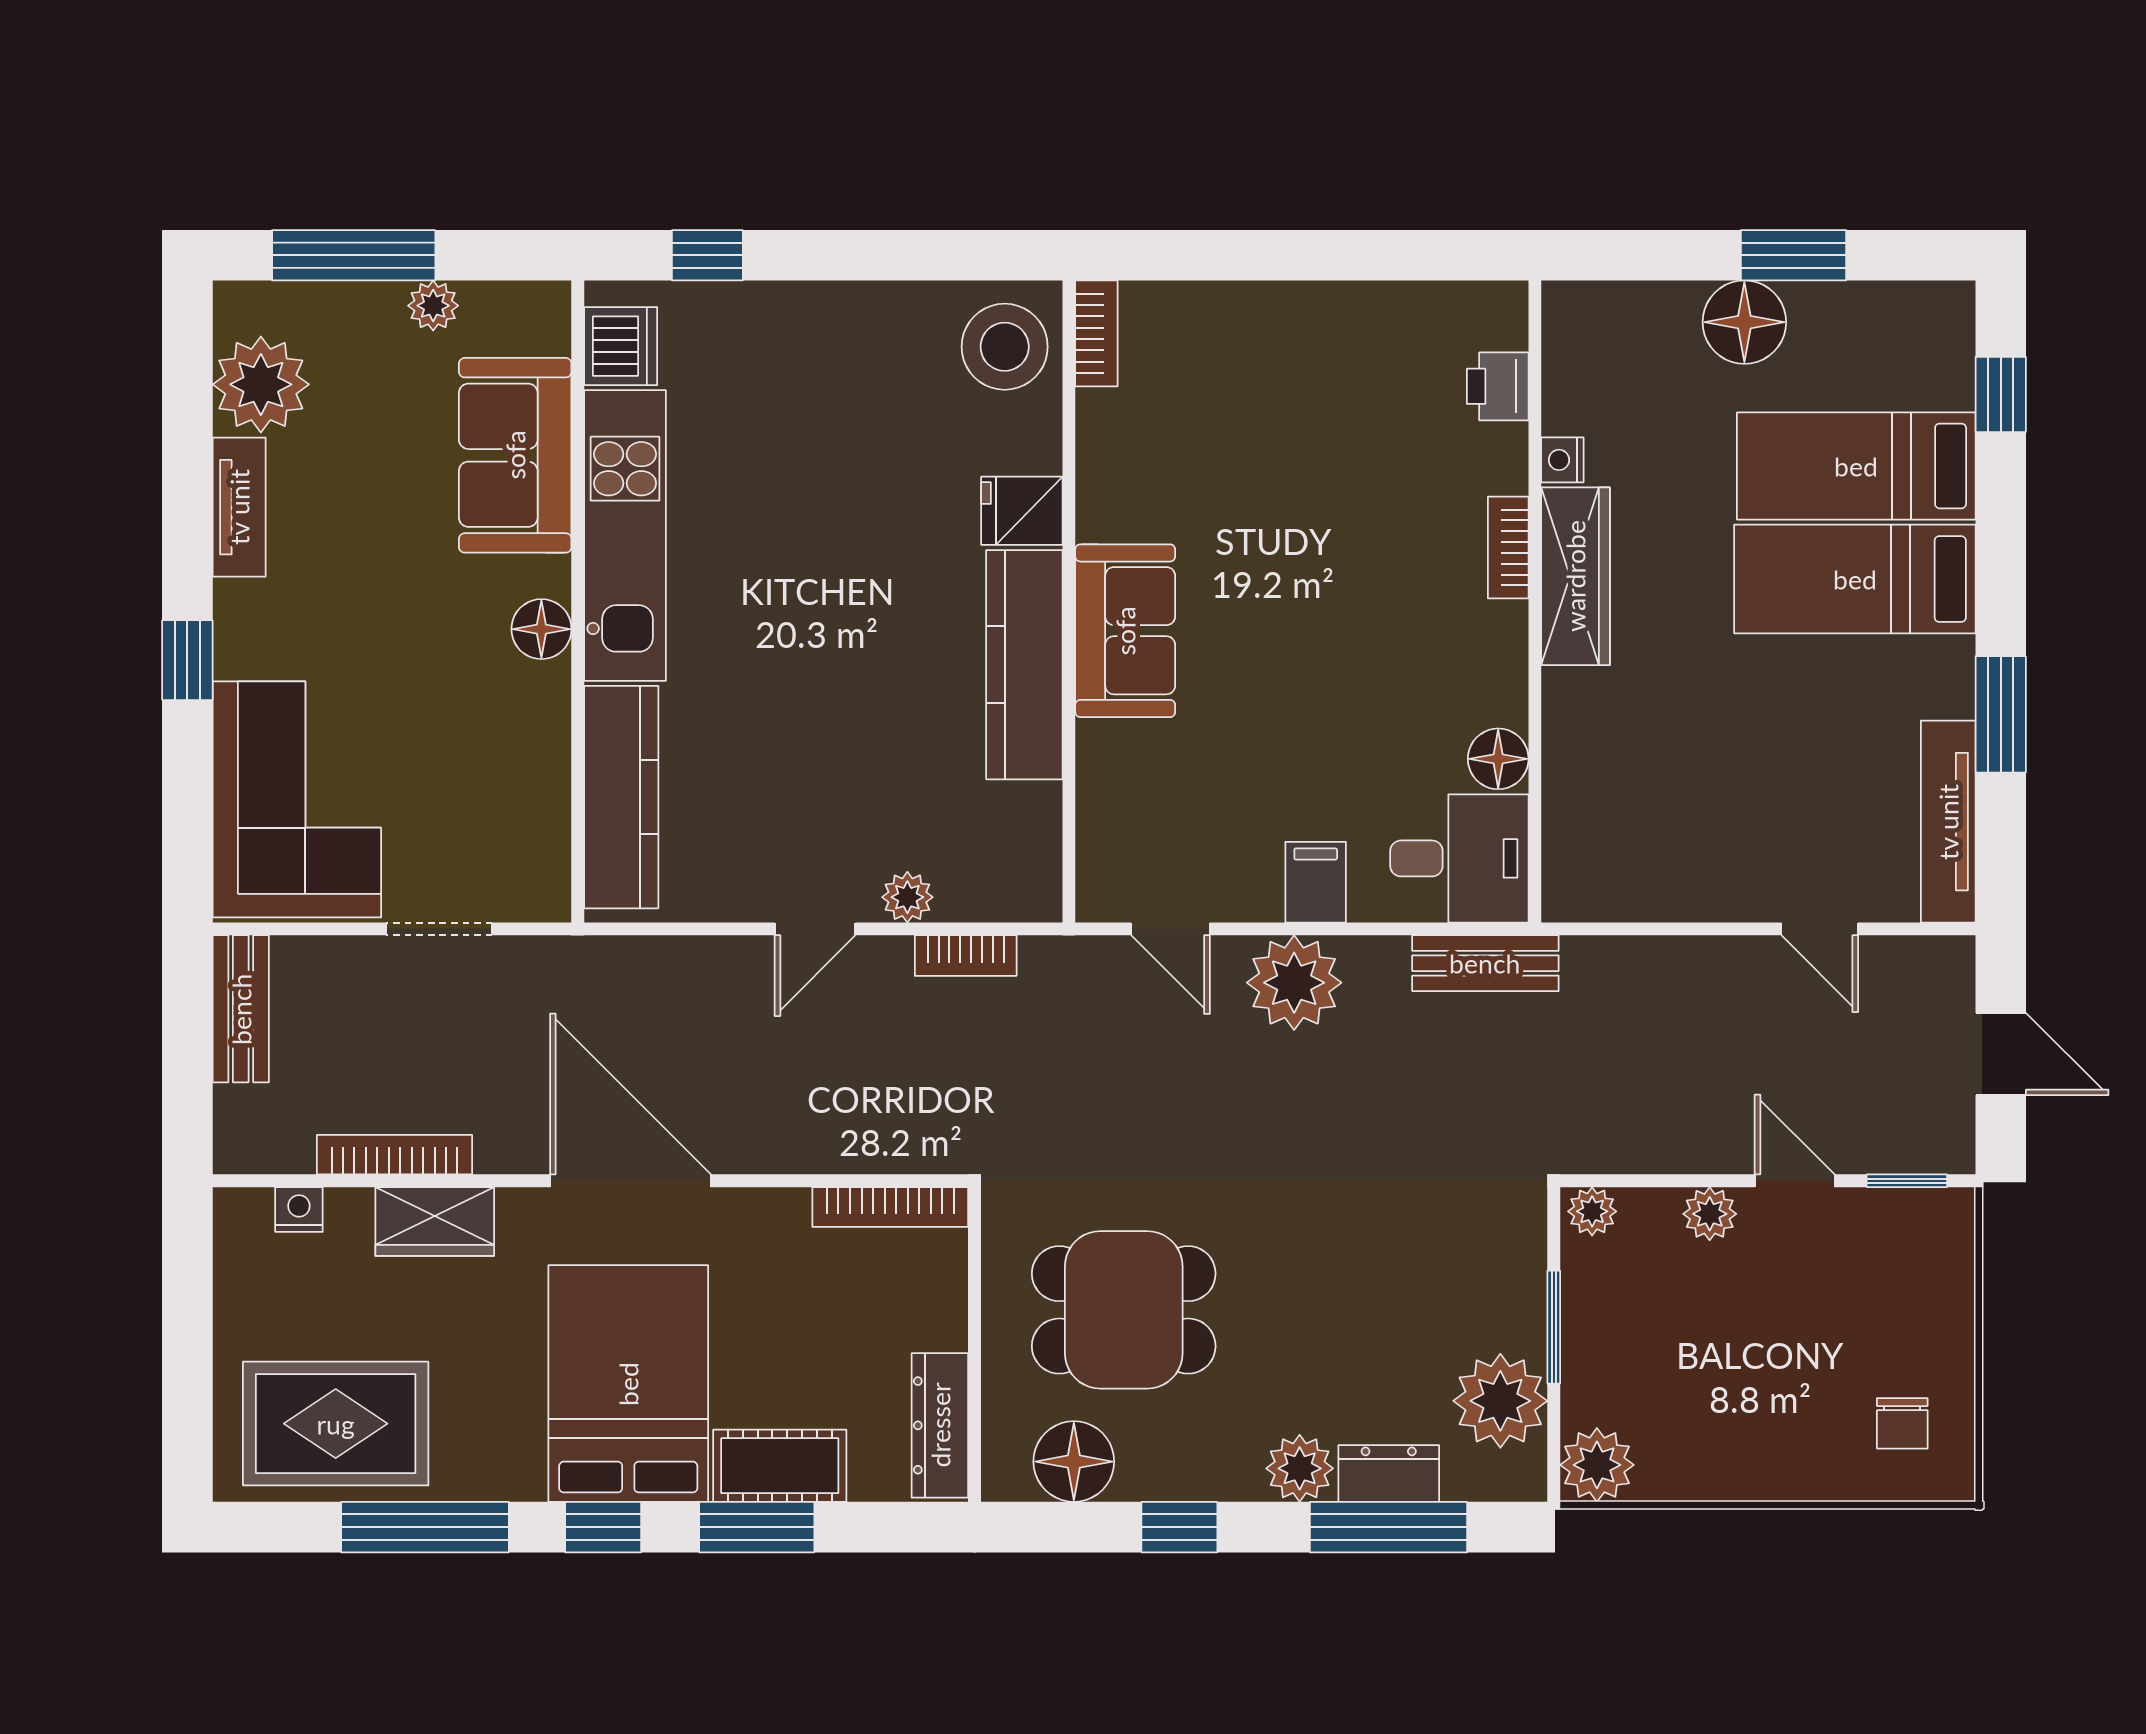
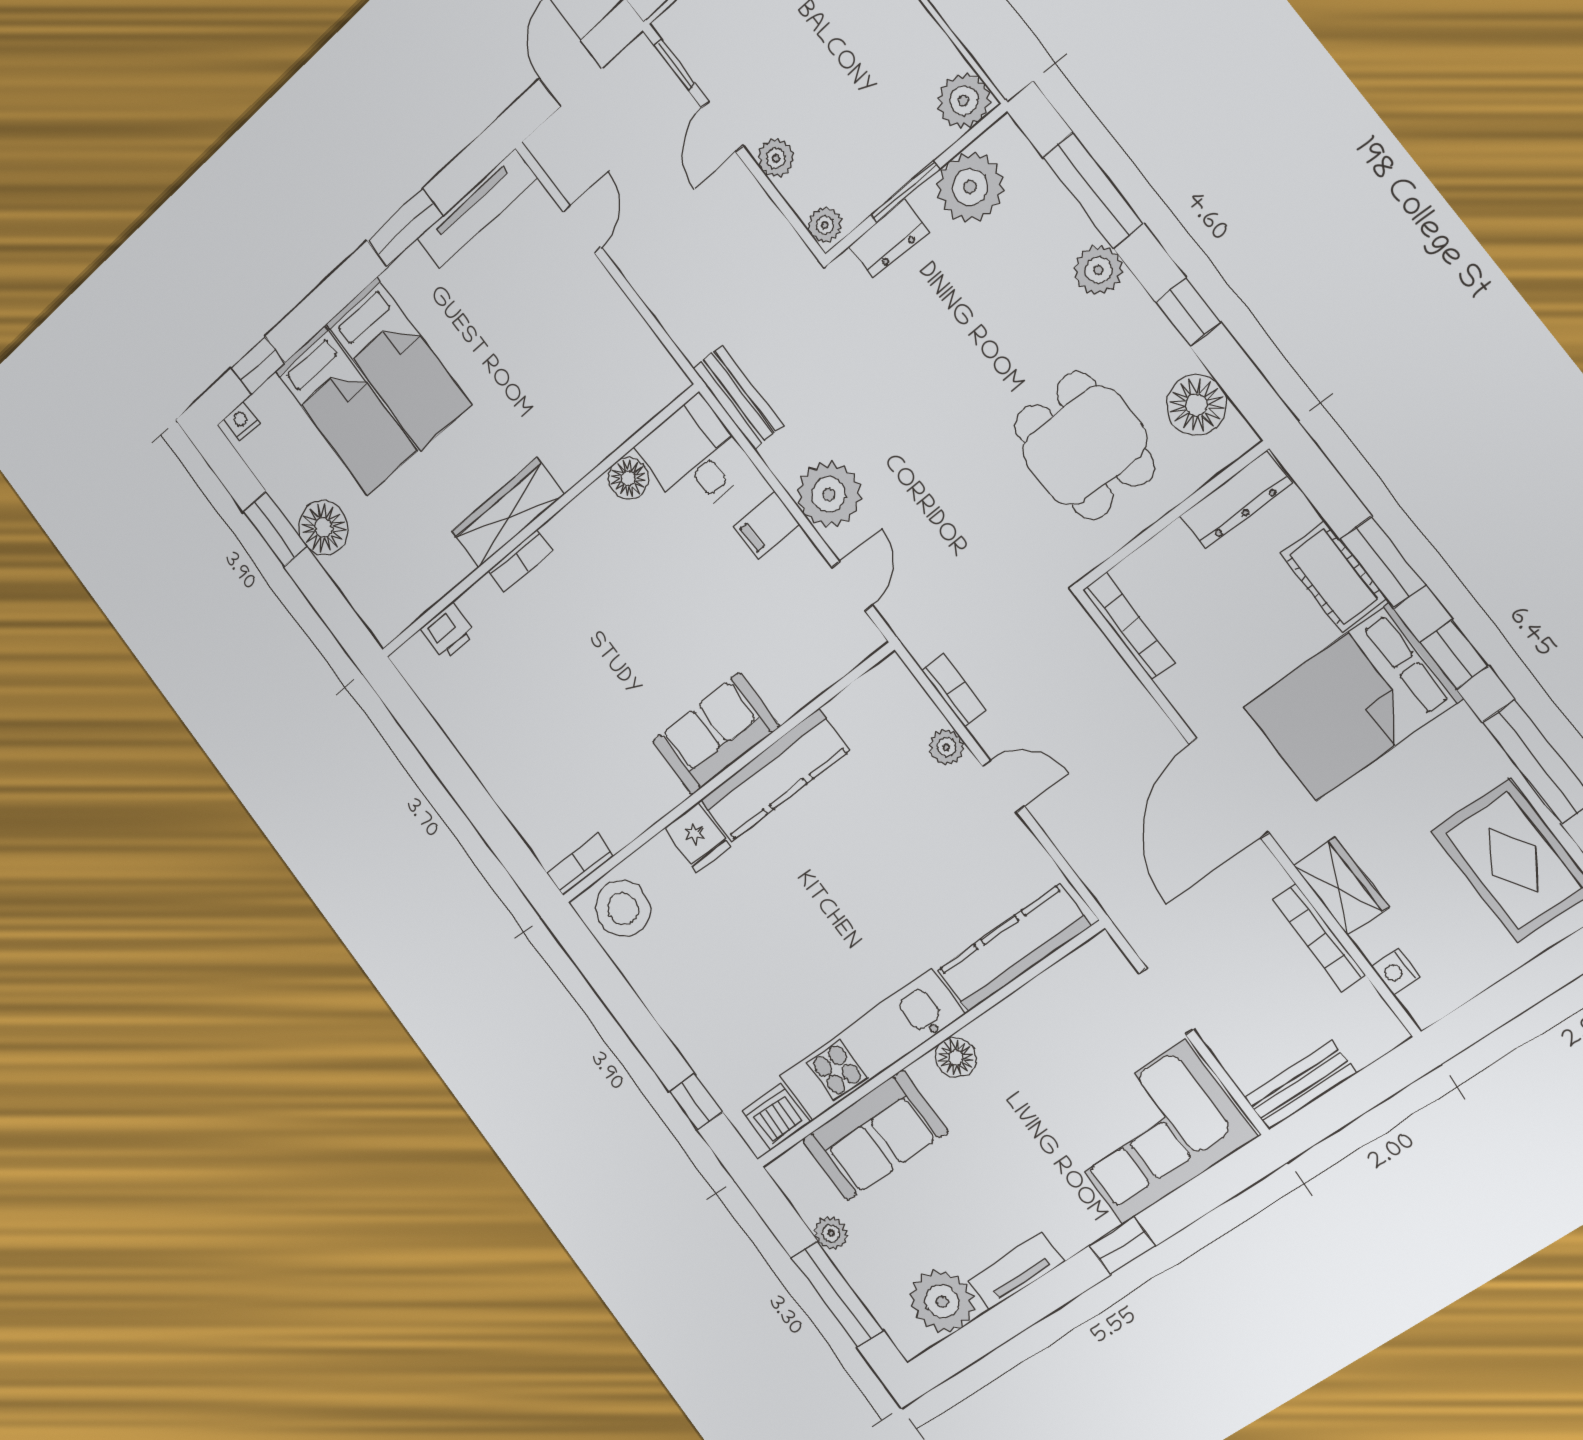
nightstand: (1562, 460) -> (241, 421), moved, turned 180
dresser: (1389, 1474) -> (889, 238), moved, turned -90

